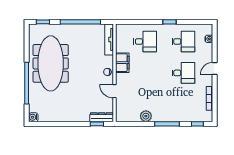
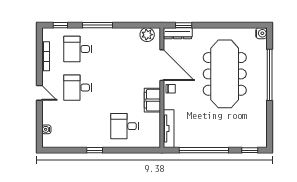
desk: (183, 41) -> (78, 49), moved
meeting table: (51, 63) -> (225, 74), moved
door: (215, 69) -> (39, 93), hinge flipped
door: (115, 91) -> (162, 65), width x1.88
plant: (146, 116) -> (147, 35), moved

